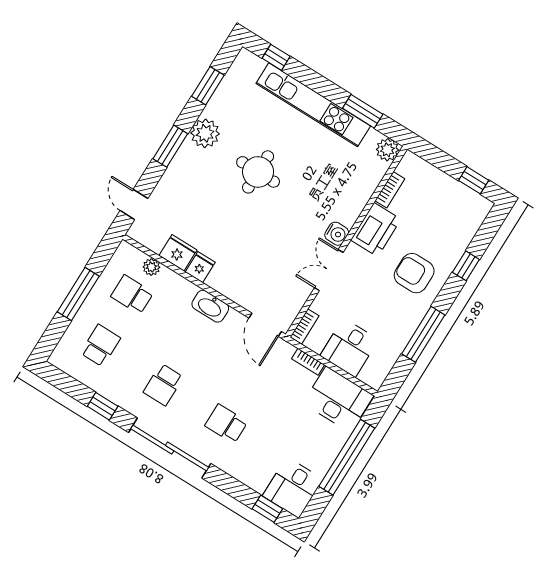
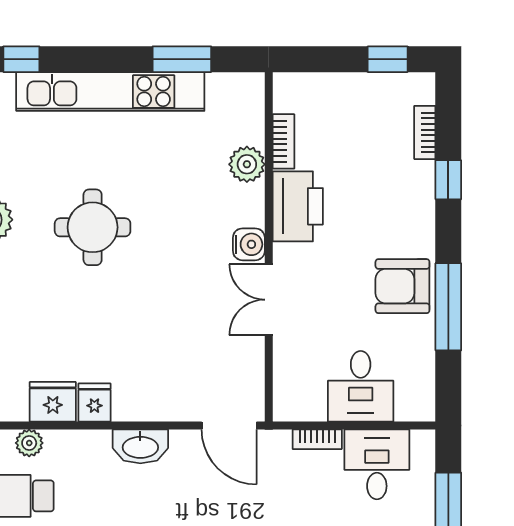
plant: (387, 150) -> (247, 164), moved
armchair: (414, 273) -> (402, 286), moved
bookcase: (305, 326) -> (425, 132), moved, turned 180
desk: (338, 399) -> (377, 464), width x0.73

